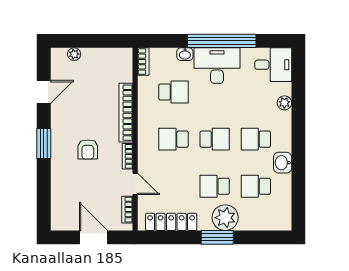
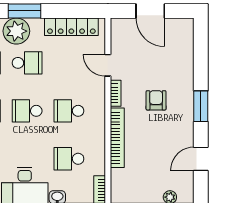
school desk: (174, 139) -> (69, 111), turned 180
bookcase: (127, 210) -> (116, 39), removed

